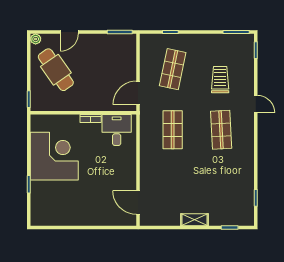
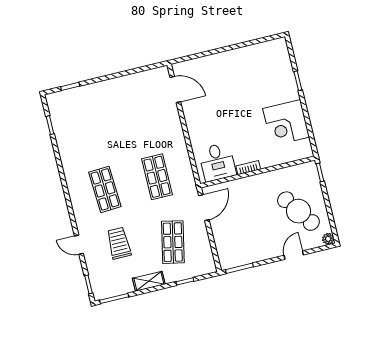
trolley: (220, 80) -> (119, 243), turned 180
door: (256, 104) -> (79, 245), moved
corner desk: (54, 156) -> (286, 123), width x0.74, depth x0.74
shelving: (195, 220) -> (149, 281), moved

